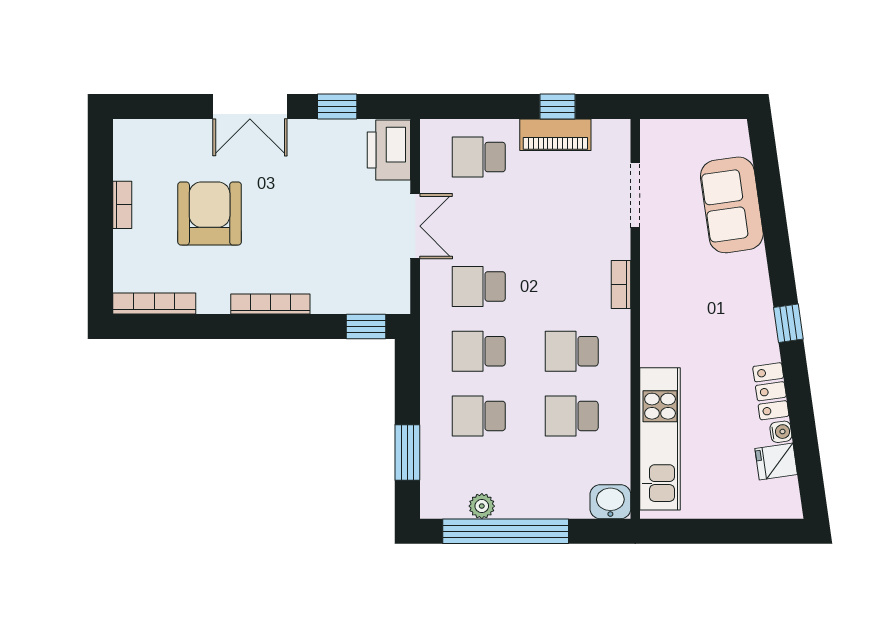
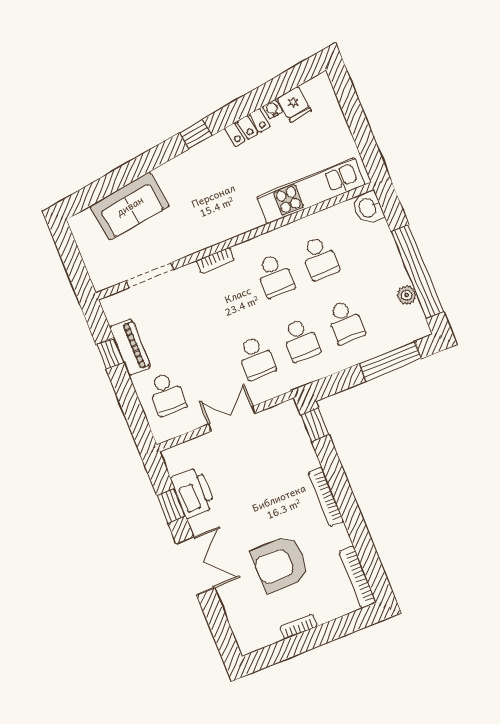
printer: (389, 150) -> (193, 493), moved, turned -90
window: (407, 453) -> (390, 361), width x1.44

